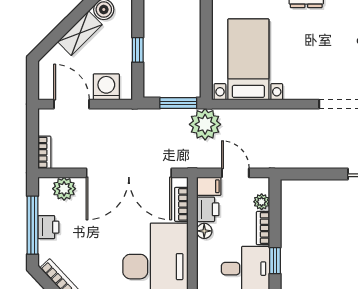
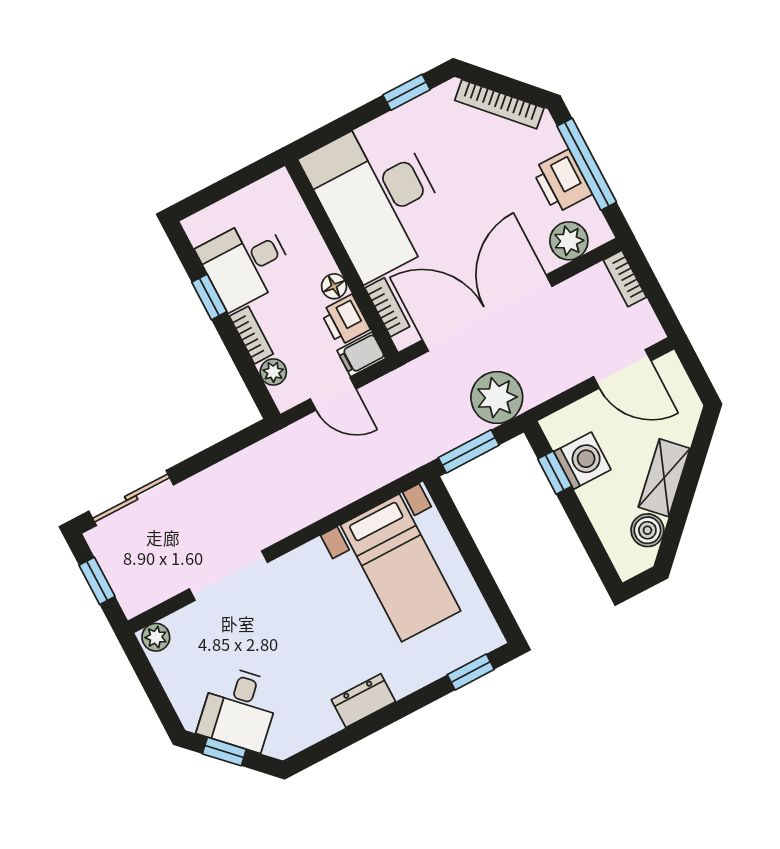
window: (138, 50) -> (555, 473), moved
washing machine: (106, 87) -> (582, 461), moved, turned -90
plant: (205, 124) -> (497, 398), moved
printer: (48, 227) -> (562, 181), width x1.36, depth x1.24

